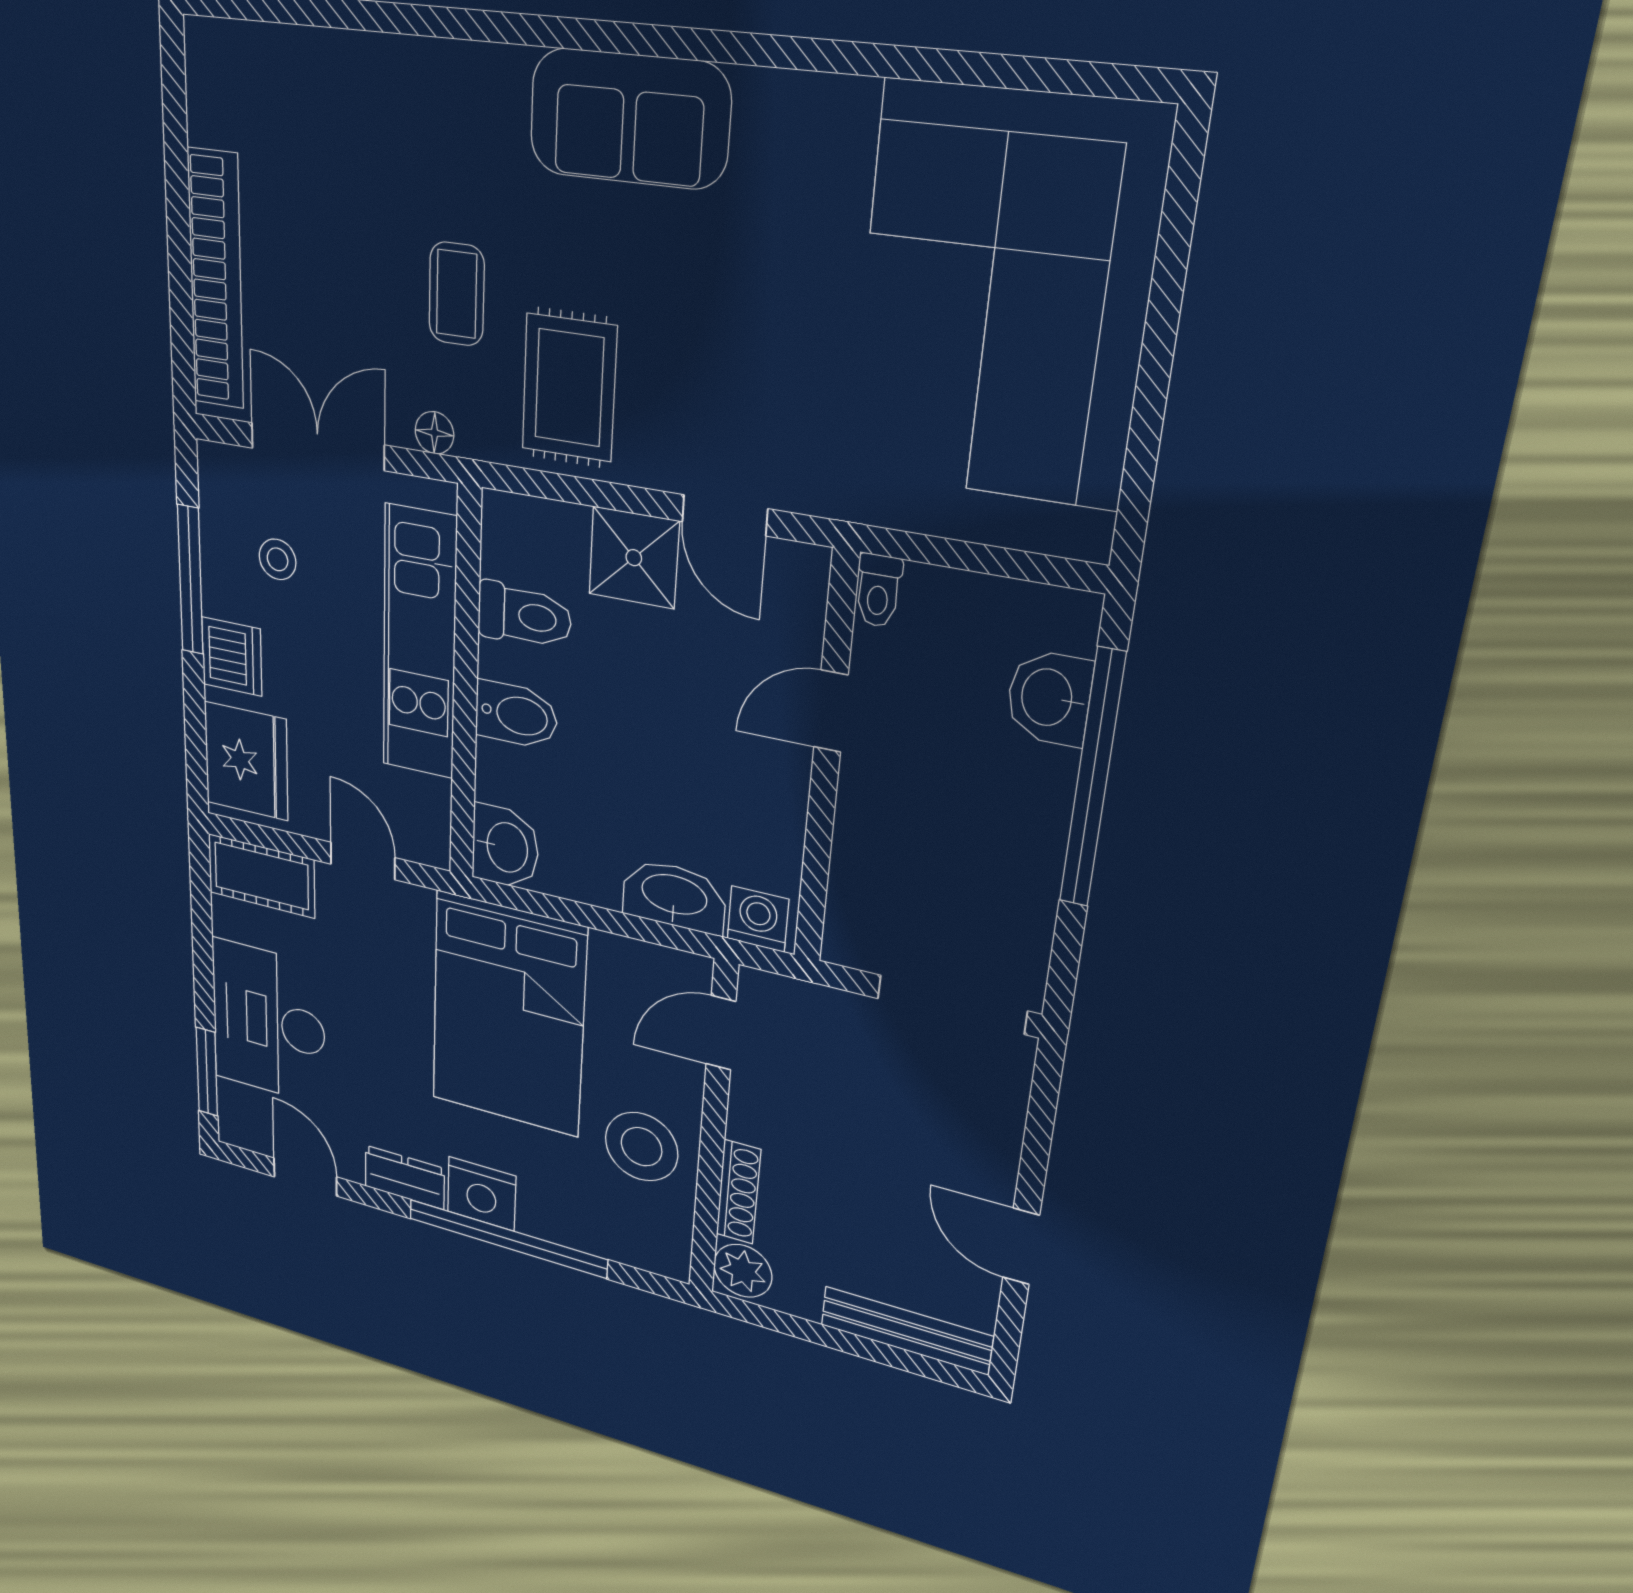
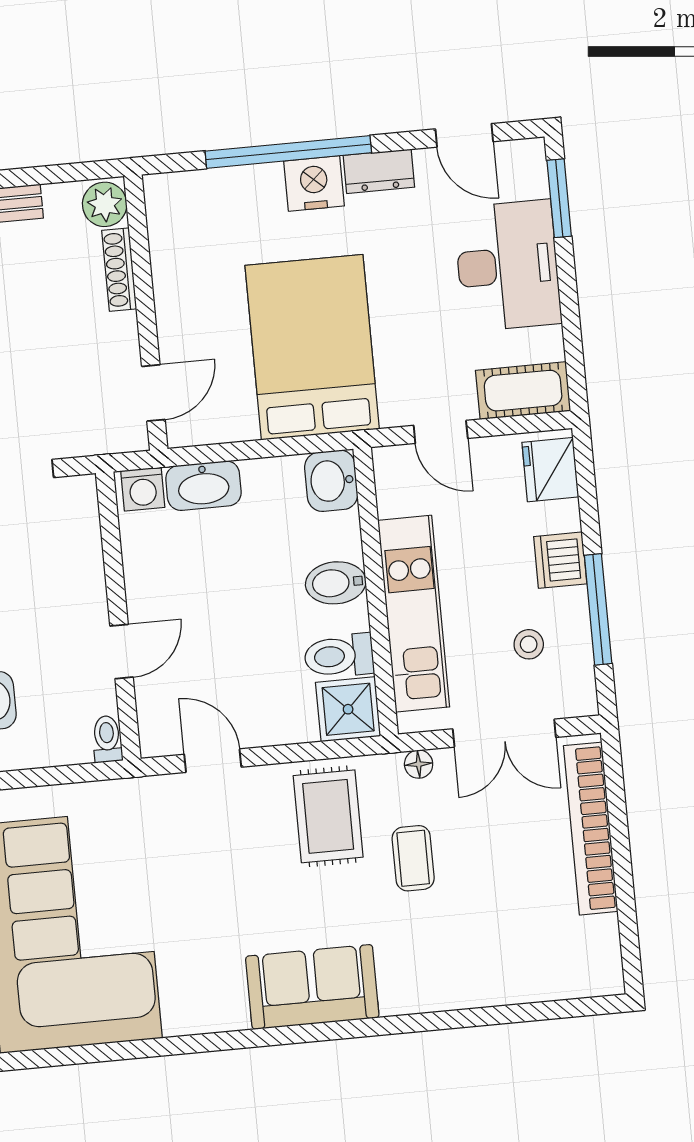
shower: (634, 558) -> (348, 709), moved
fridge: (246, 761) -> (550, 470), width x0.73, depth x0.75
stool: (642, 1147) -> (196, 277), removed

